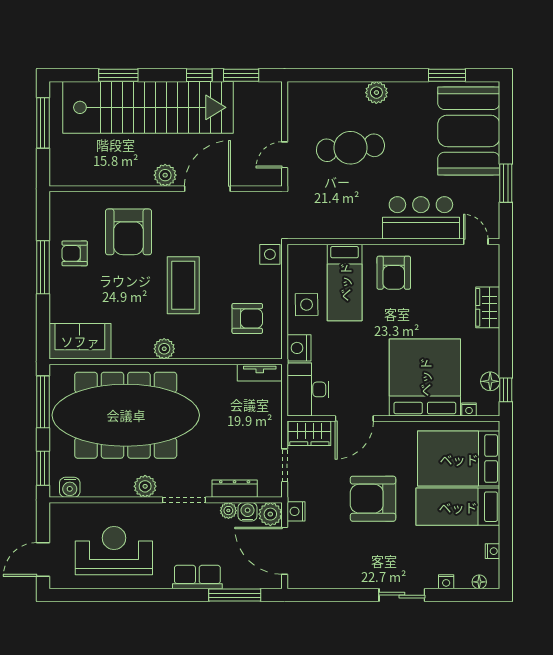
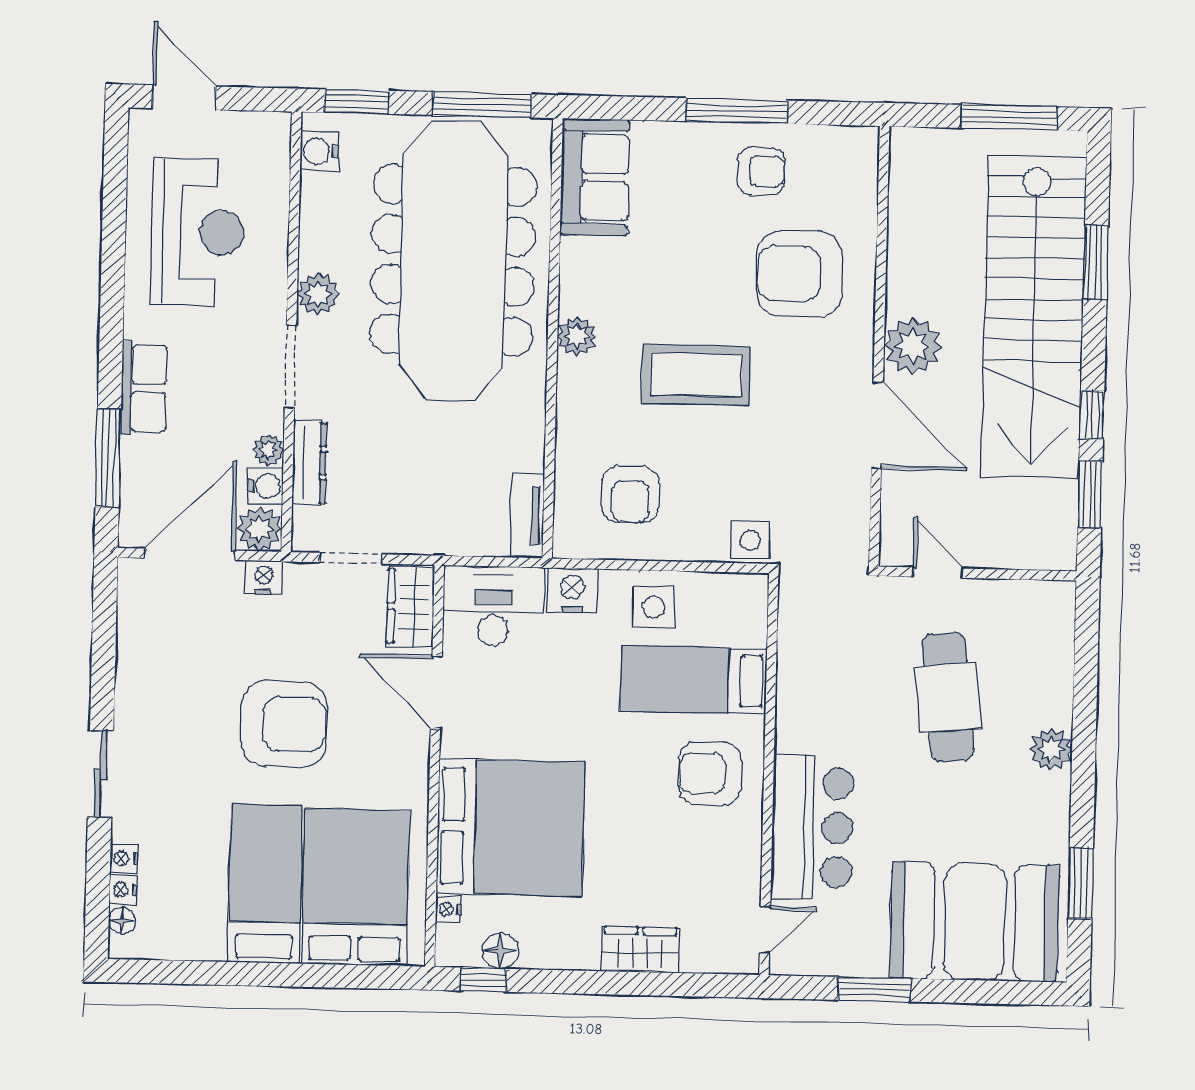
plant: (165, 175) -> (913, 346), width x1.36, depth x1.36
armchair: (75, 253) -> (761, 171), turned 90
armchair: (373, 499) -> (284, 724), turned 90
nightstand: (493, 551) -> (123, 890), moved, turned 90

